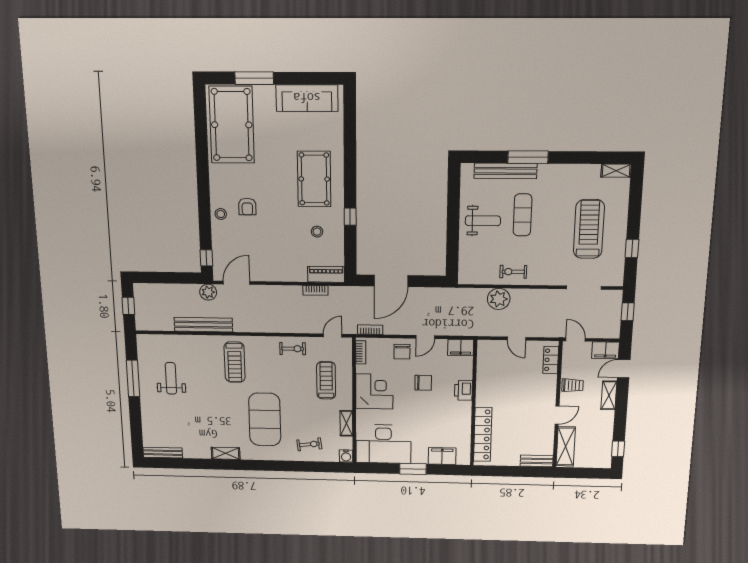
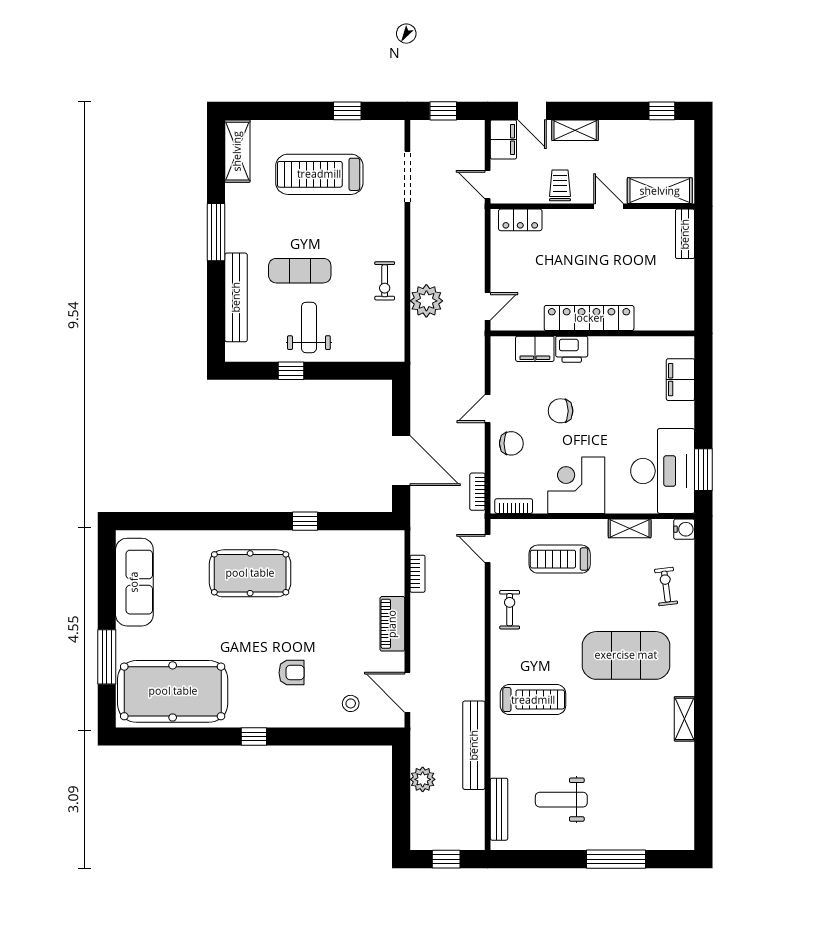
window: (528, 157) -> (216, 232), moved
shelving: (616, 171) -> (237, 151), width x1.50, depth x1.33
window: (453, 208) -> (291, 371), added
stool: (221, 214) -> (351, 703), moved
stool: (317, 232) -> (328, 570), removed
window: (206, 258) -> (254, 736), moved
piano: (326, 274) -> (392, 624), moved
plant: (208, 292) -> (423, 779), moved
door: (425, 337) -> (488, 409), swing flipped
door: (517, 339) -> (488, 306), moved
door: (576, 340) -> (488, 185), hinge flipped
filing cabinet: (461, 347) -> (535, 349), moved, turned 90
window: (133, 378) -> (616, 859), moved
chair: (423, 383) -> (561, 411), turned -90
locker: (483, 434) -> (589, 318), moved
bench: (163, 453) -> (499, 809), moved
window: (413, 469) -> (703, 470), moved

